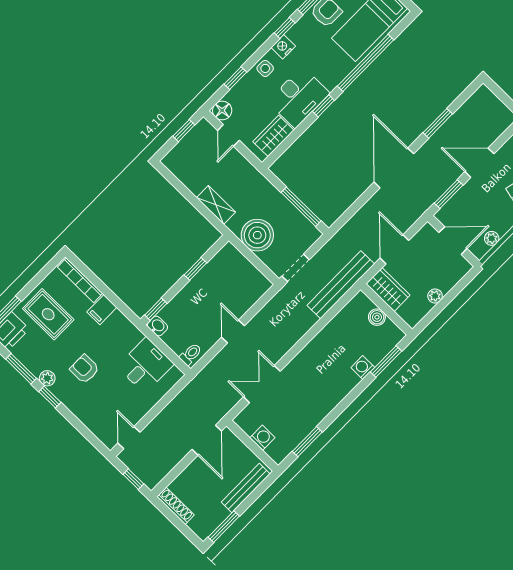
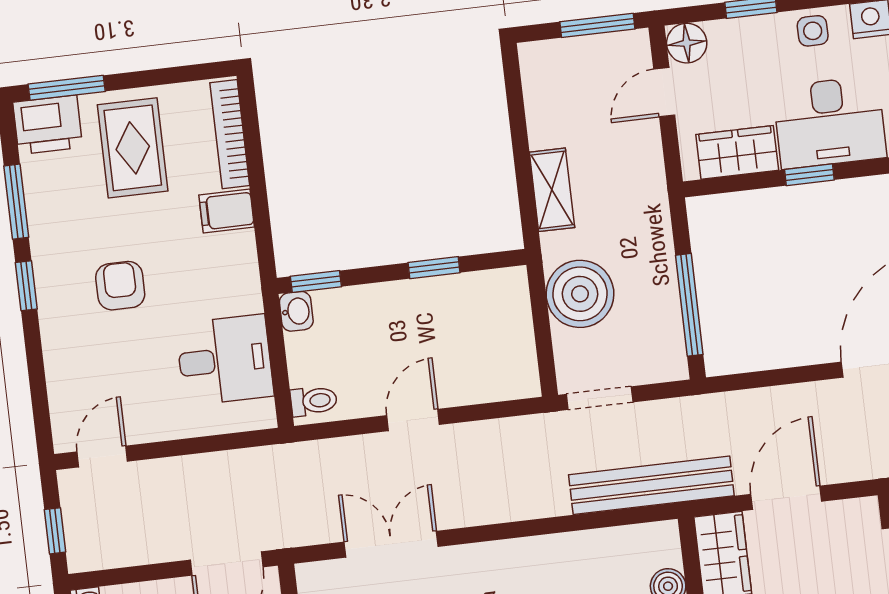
window: (323, 106) -> (809, 175), moved
window: (184, 131) -> (597, 25), width x1.50
plant: (47, 378) -> (47, 252), removed

